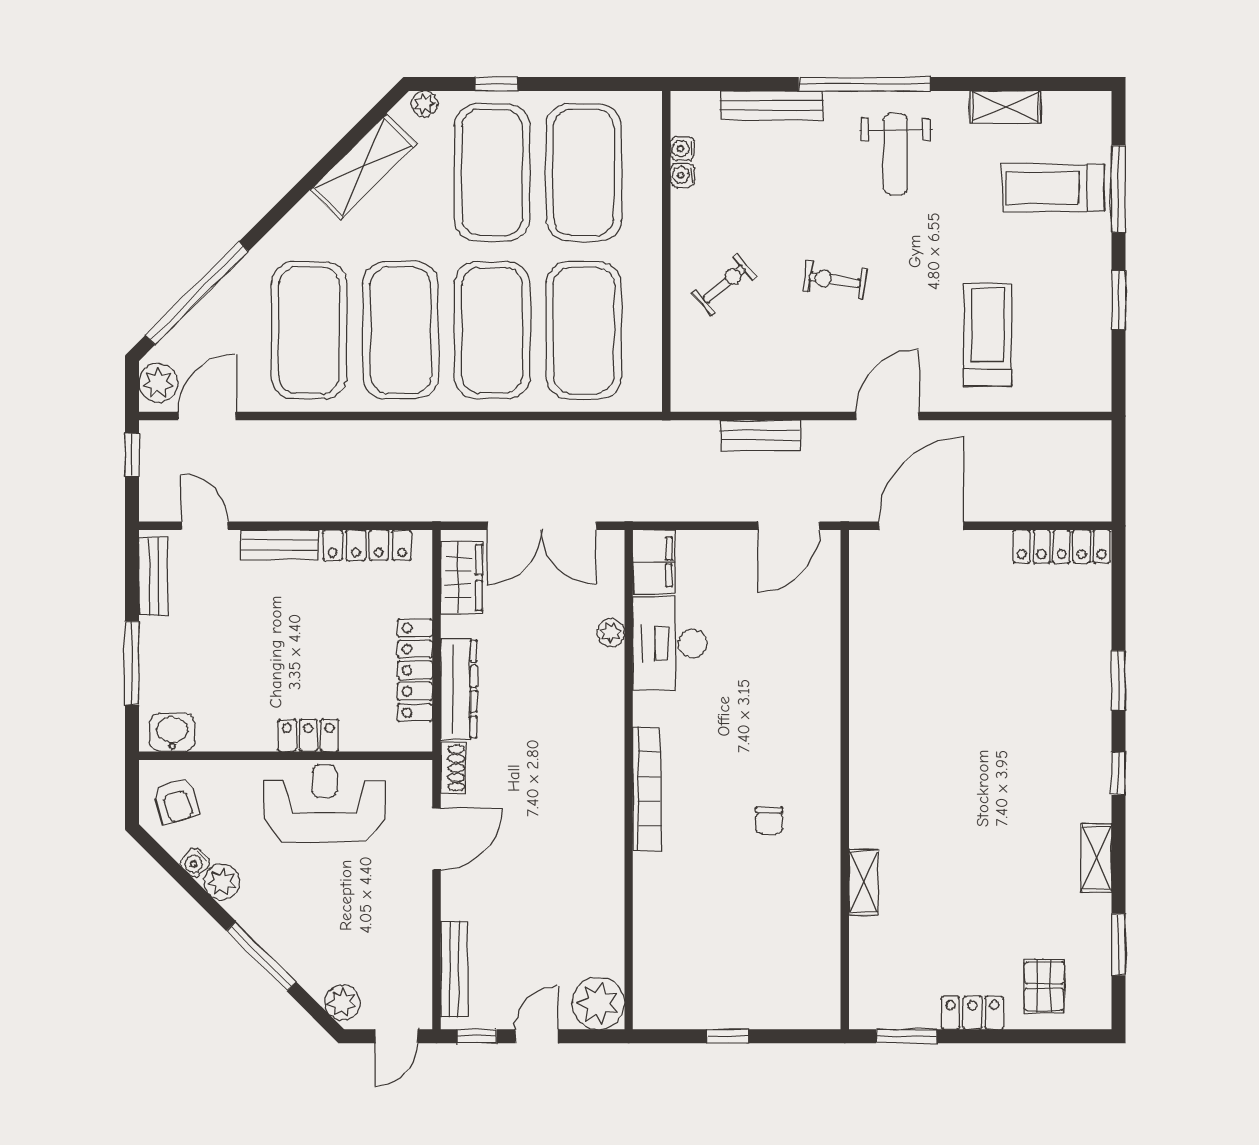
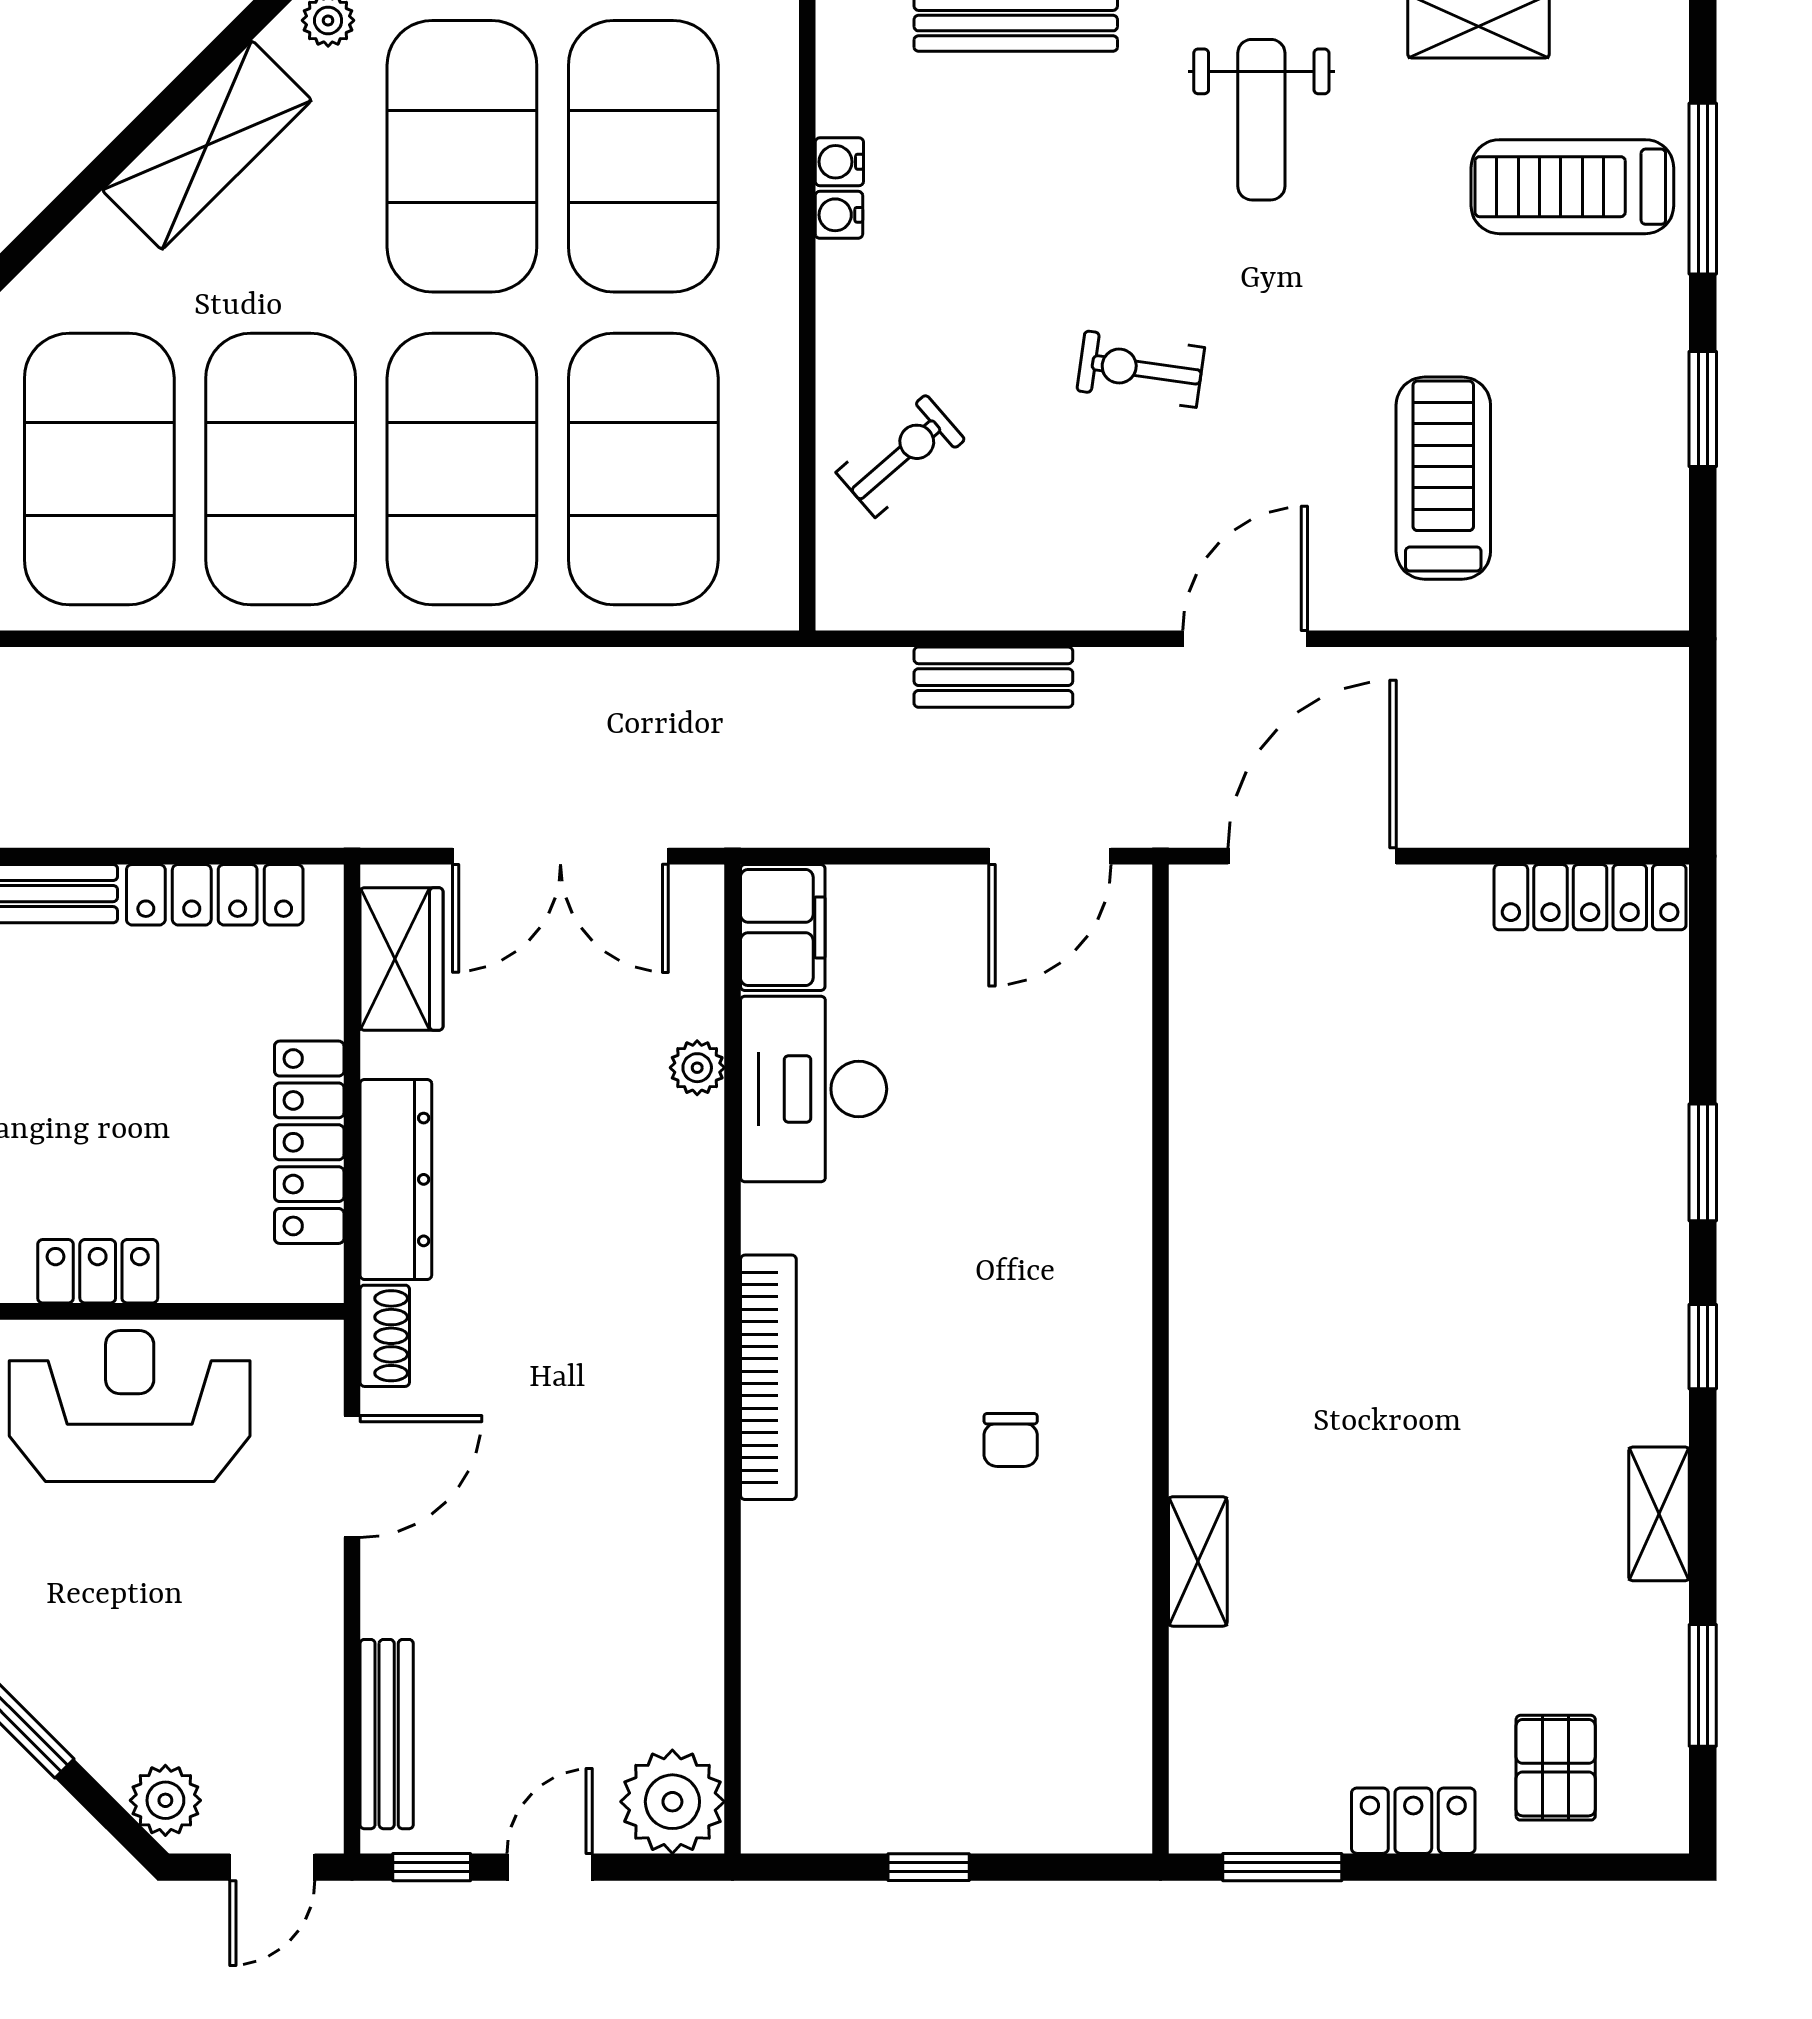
water cooler: (682, 148) -> (839, 215), moved
exercise bike: (724, 284) -> (901, 456), moved

